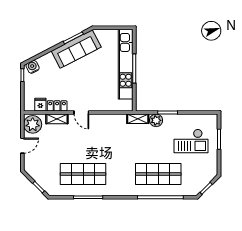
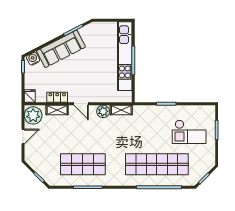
sofa: (76, 49) -> (61, 49), moved
fridge: (40, 105) -> (30, 96), moved
shelving: (138, 119) -> (121, 110), moved
plant: (156, 120) -> (103, 111), moved
shop shelf: (158, 174) -> (157, 164), width x1.40

